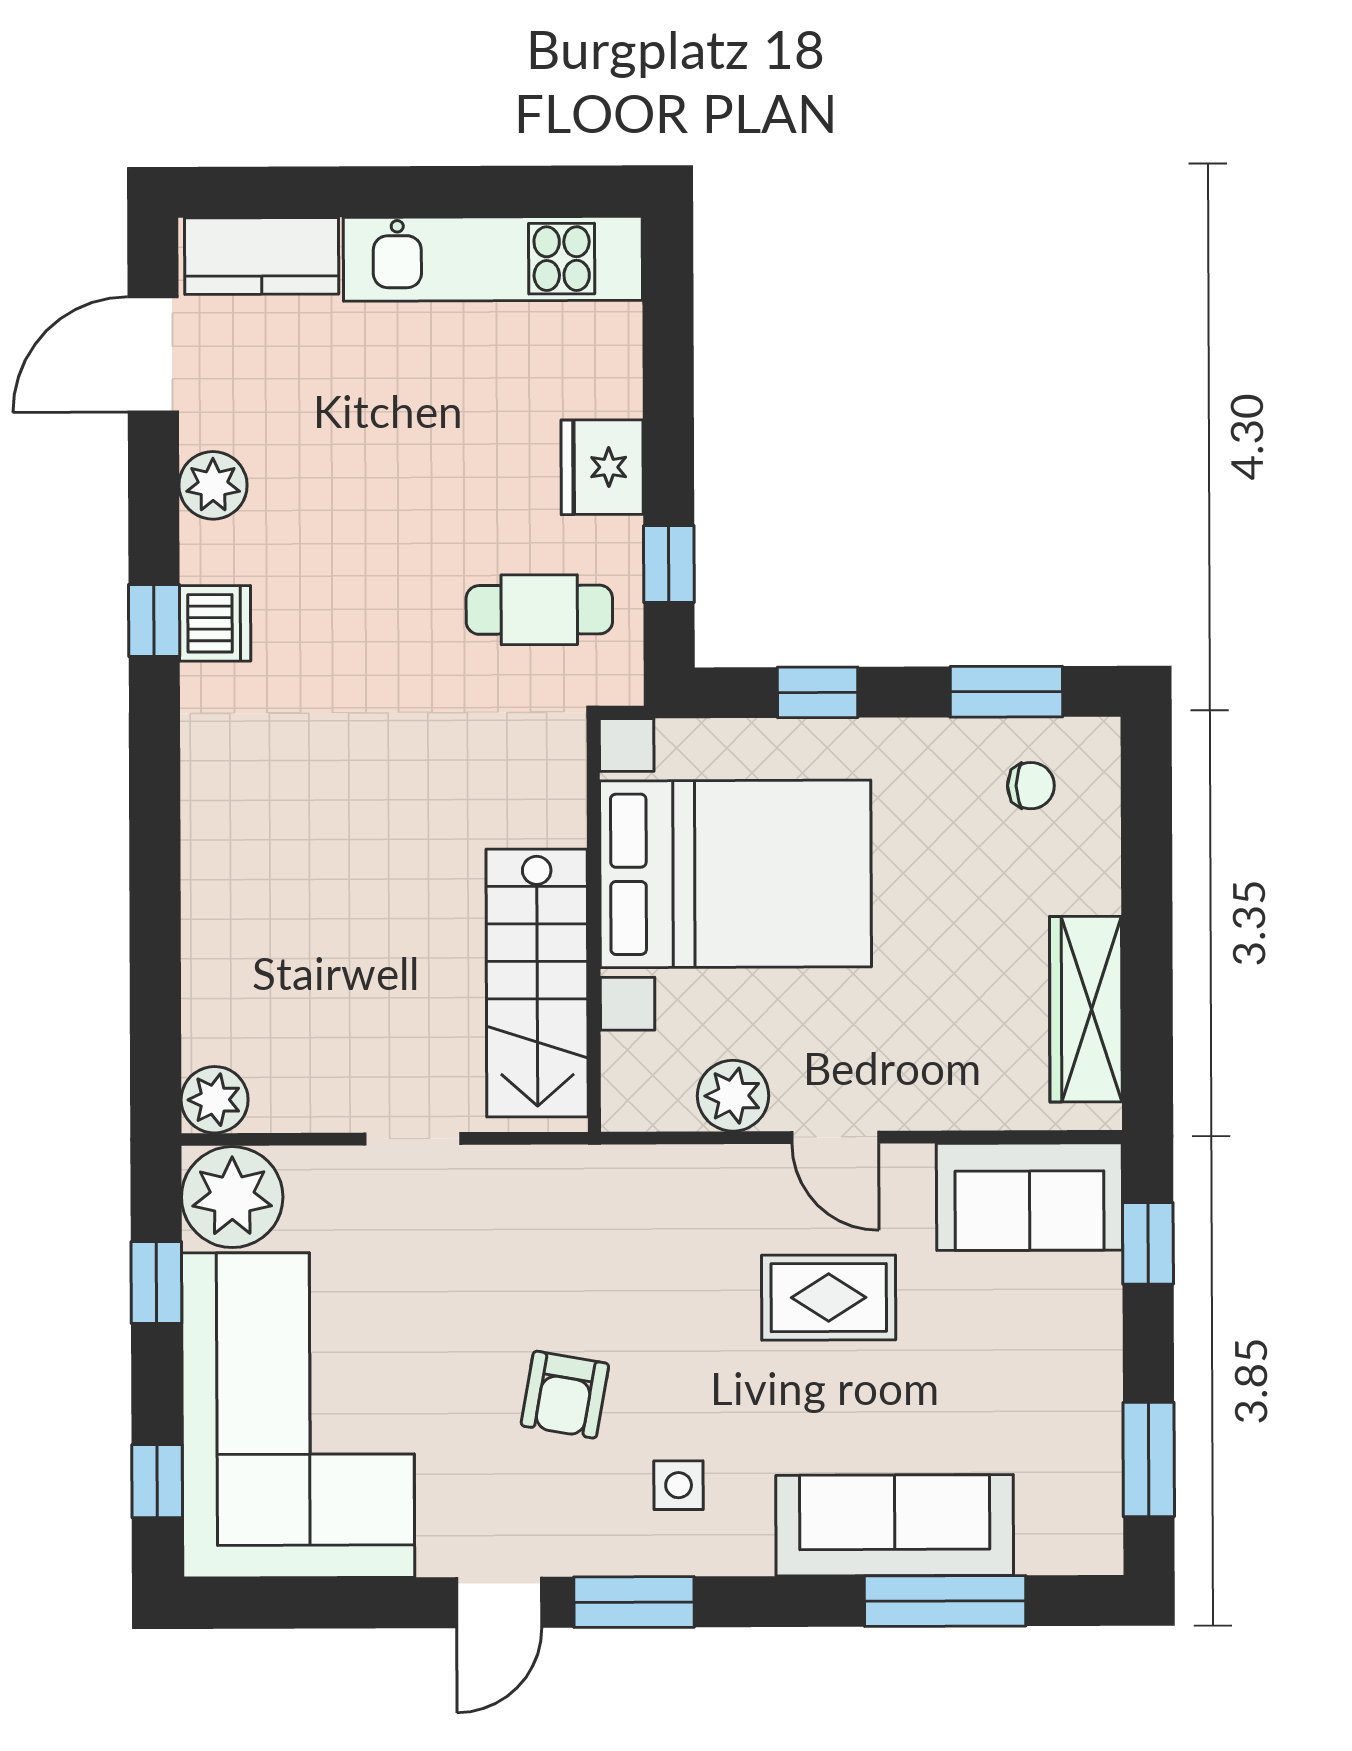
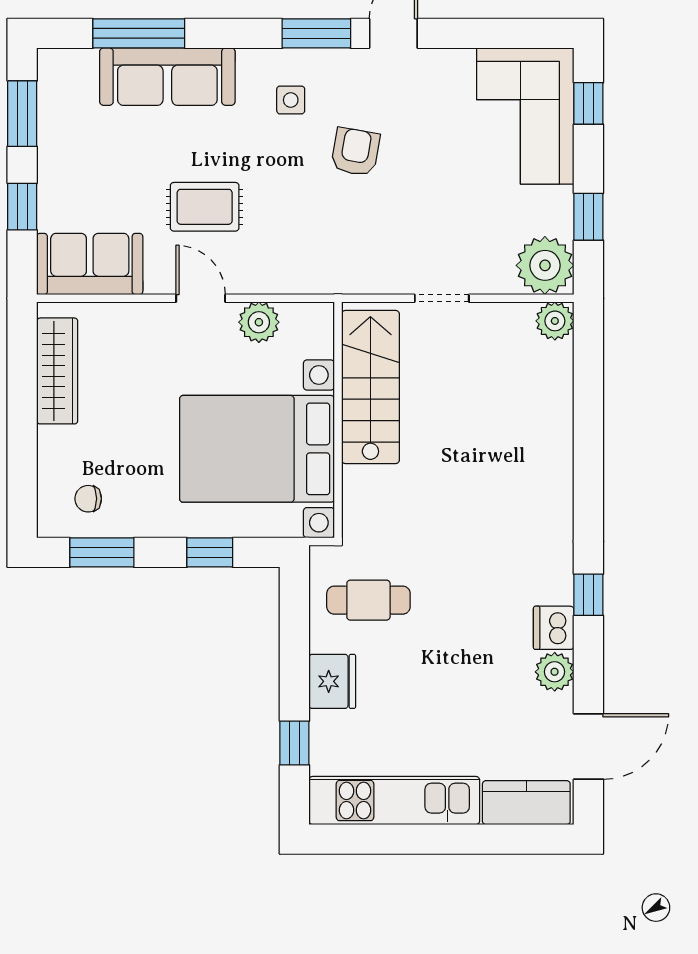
window: (669, 564) -> (294, 743), moved
dishwasher: (215, 623) -> (554, 628), moved
window: (1148, 1243) -> (22, 207), moved
corner sofa: (298, 1415) -> (525, 116), width x0.73, depth x0.74

